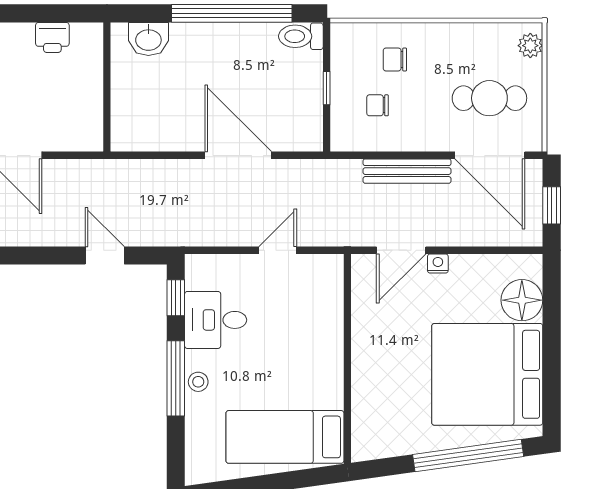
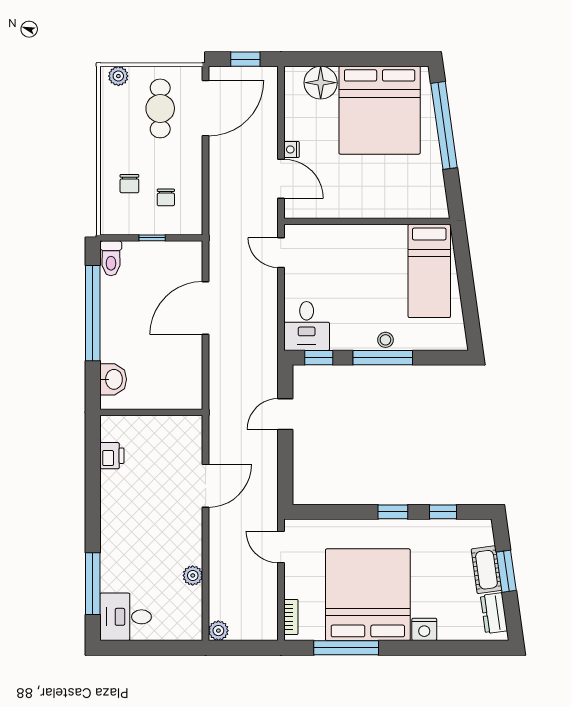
bench: (407, 171) -> (218, 174), removed
door: (278, 250) -> (281, 253), moved
desk: (216, 320) -> (307, 326), moved

